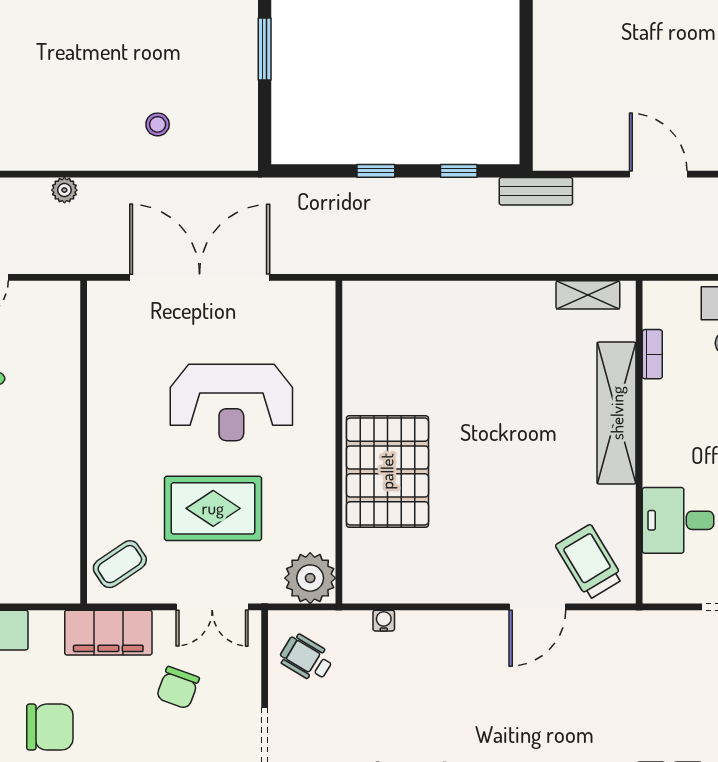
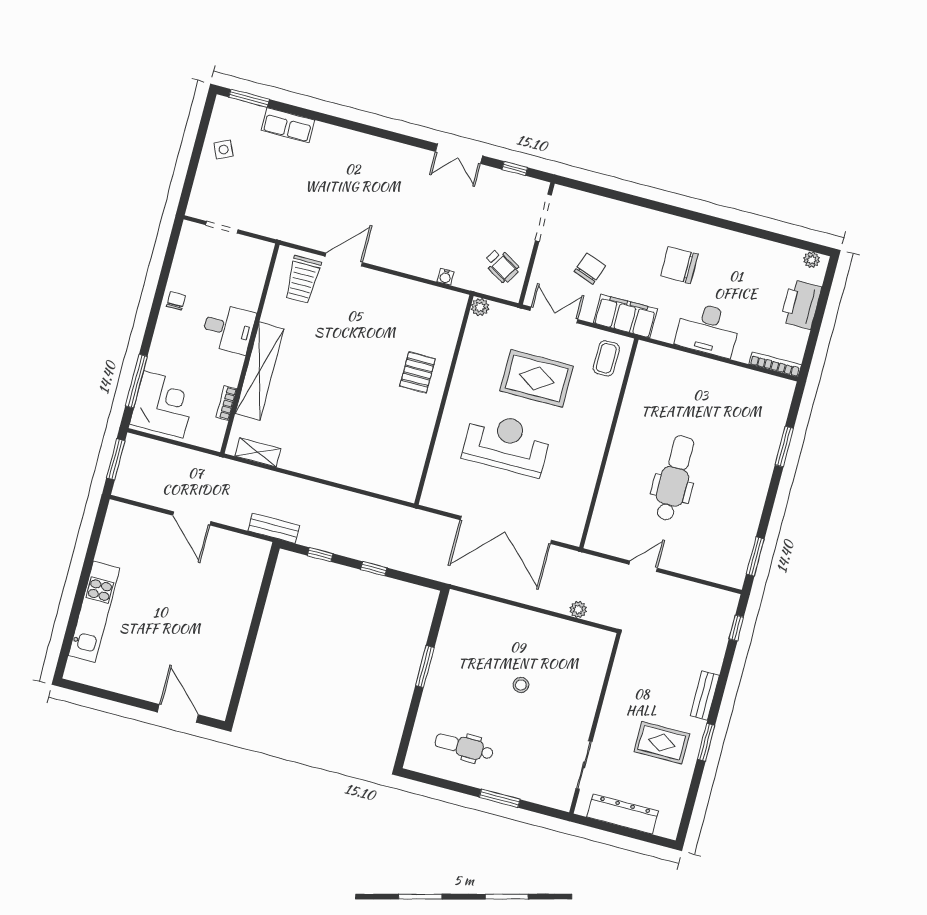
stool: (158, 124) -> (521, 685), moved
pallet: (387, 471) -> (418, 372), width x0.49, depth x0.50
desk: (678, 520) -> (228, 328), moved
trolley: (589, 562) -> (303, 279), turned 31
coffee table: (120, 564) -> (606, 358), turned -56
plant: (310, 578) -> (480, 307), width x0.53, depth x0.53

